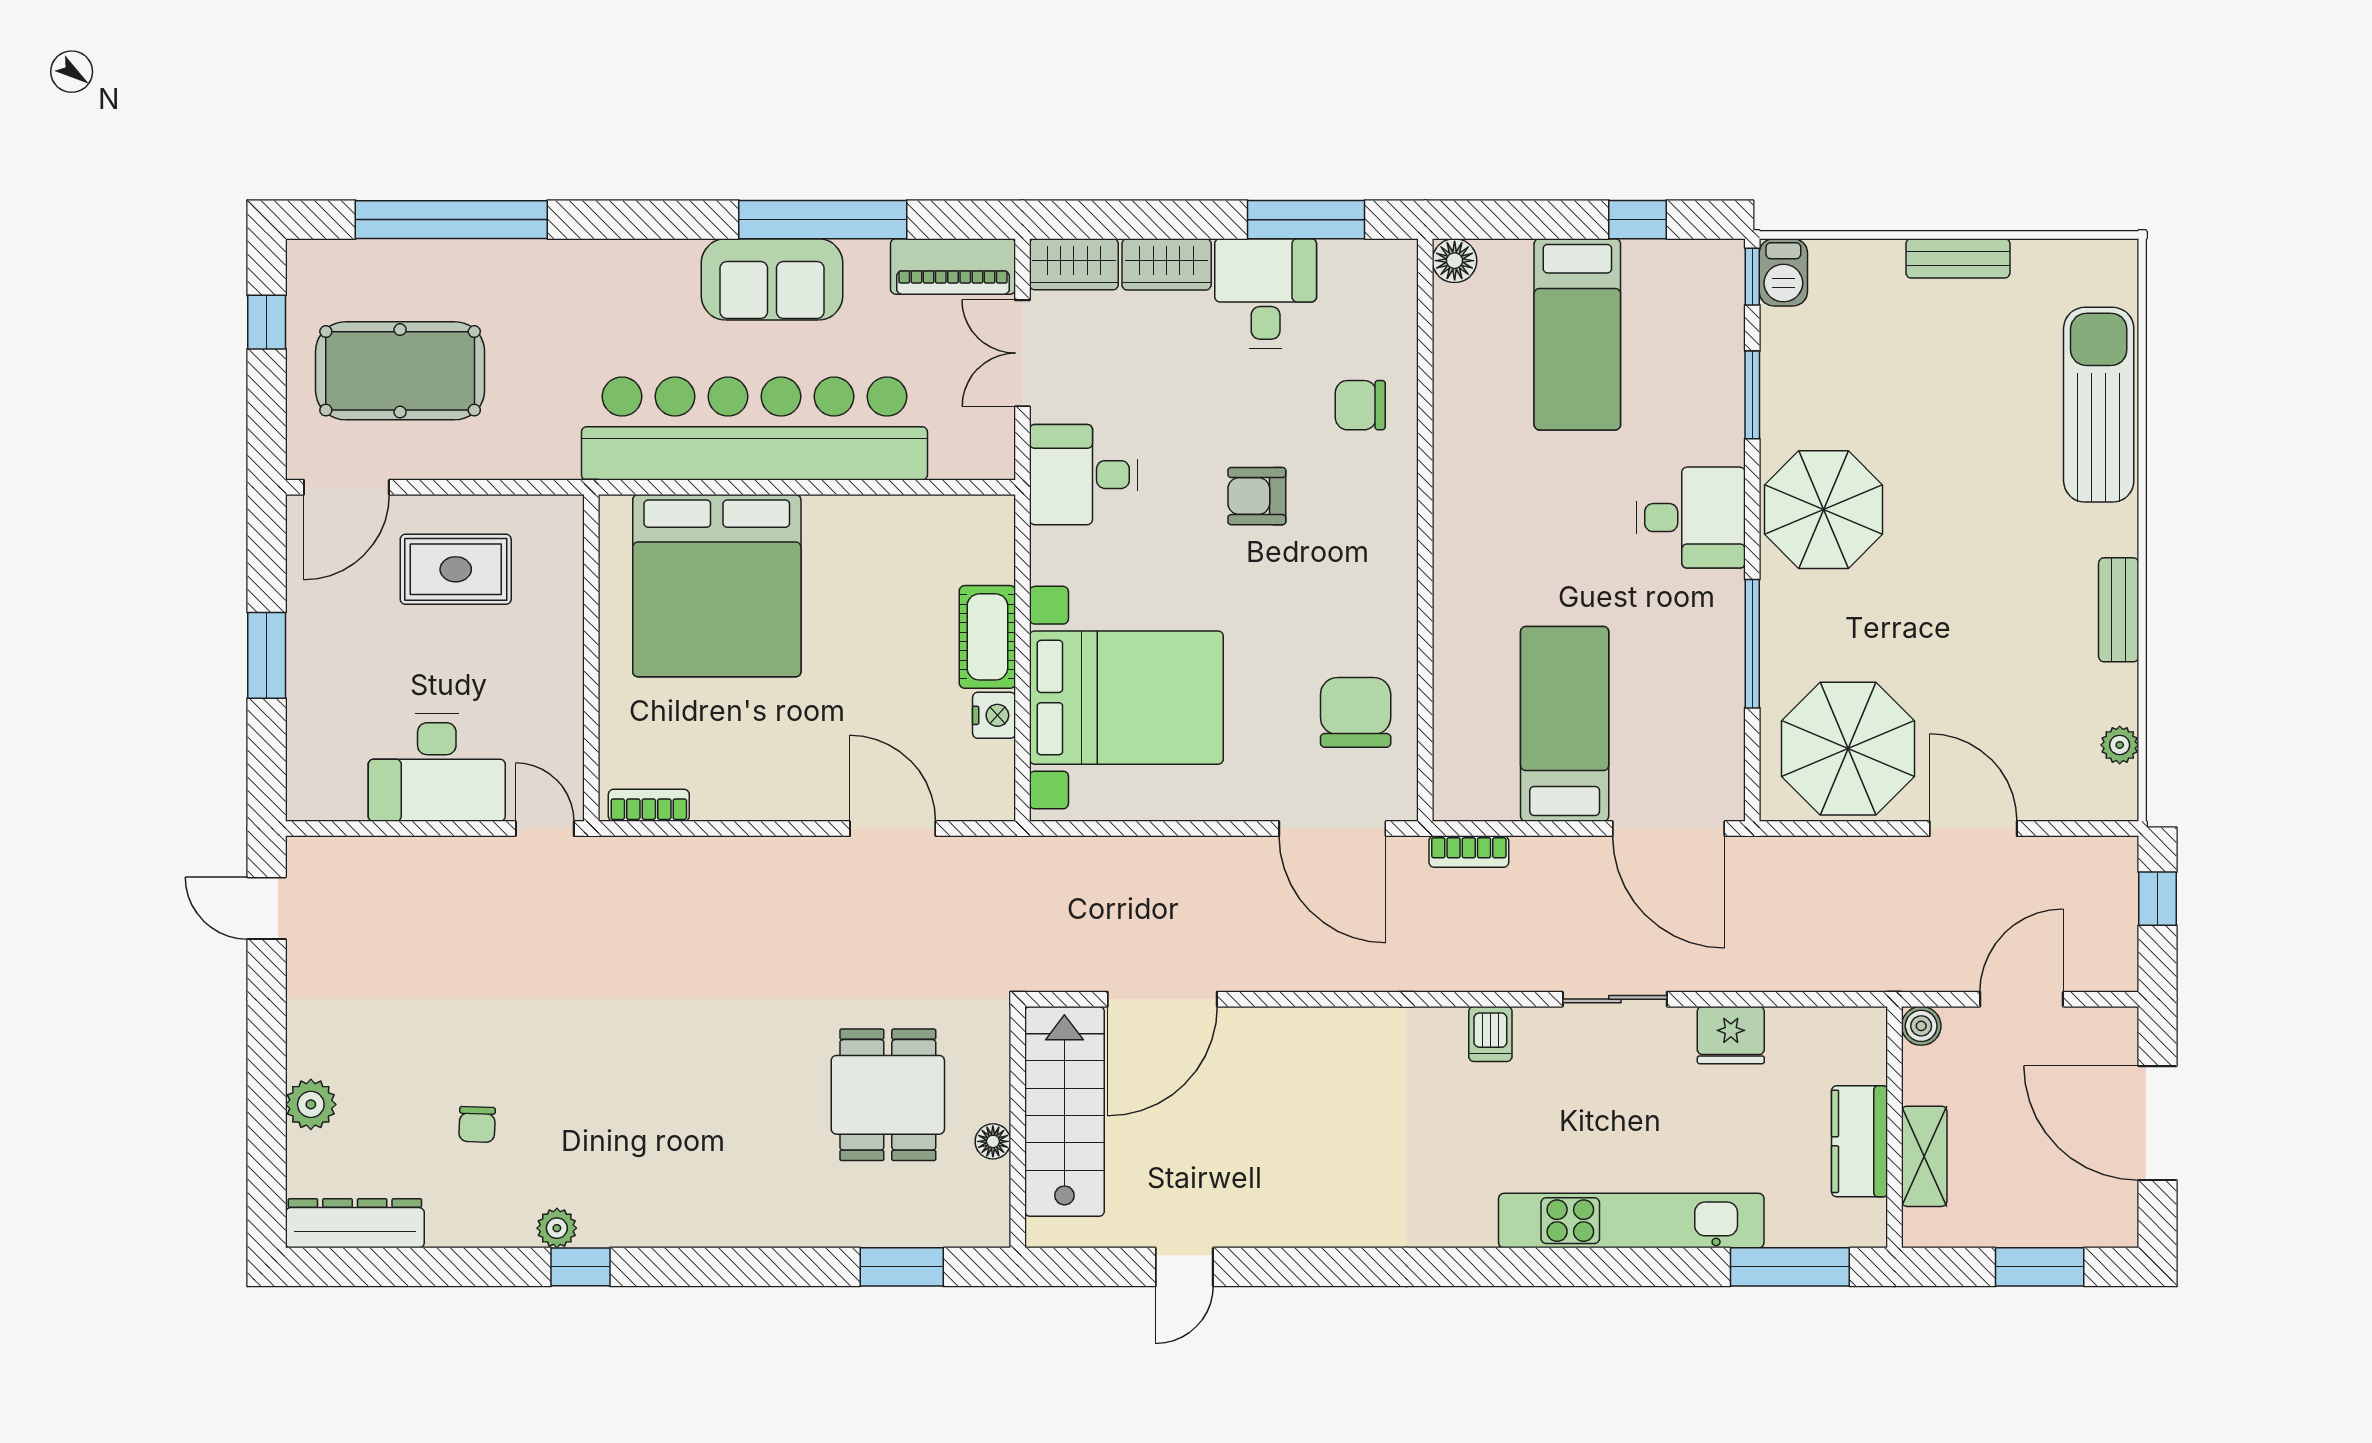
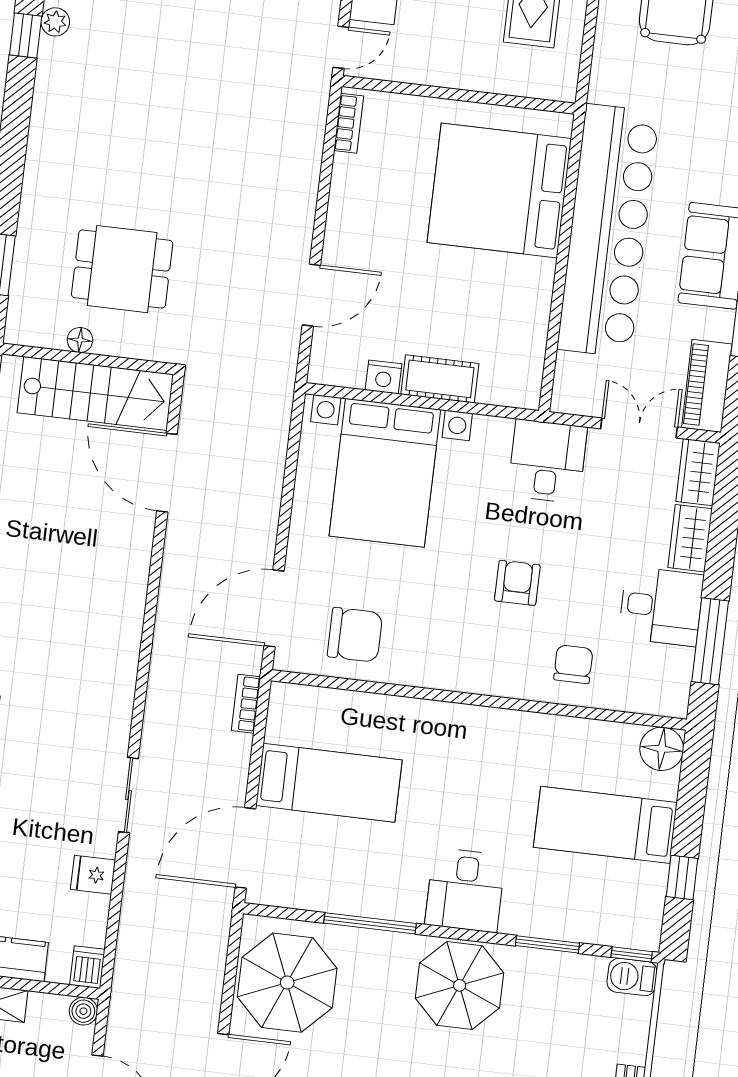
floor lamp: (1455, 261) -> (662, 749), width x1.38, depth x1.38
dishwasher: (1490, 1034) -> (87, 967), moved, turned 90
fridge: (1731, 1035) -> (93, 875), width x0.72

